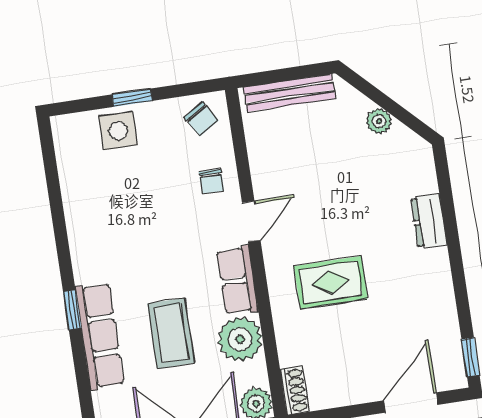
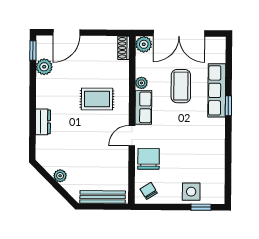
window: (132, 98) -> (201, 207), moved
chair: (212, 182) -> (149, 159), width x1.87, depth x1.87
plant: (444, 329) -> (44, 67), added
plant: (240, 339) -> (141, 83), width x0.53, depth x0.53

